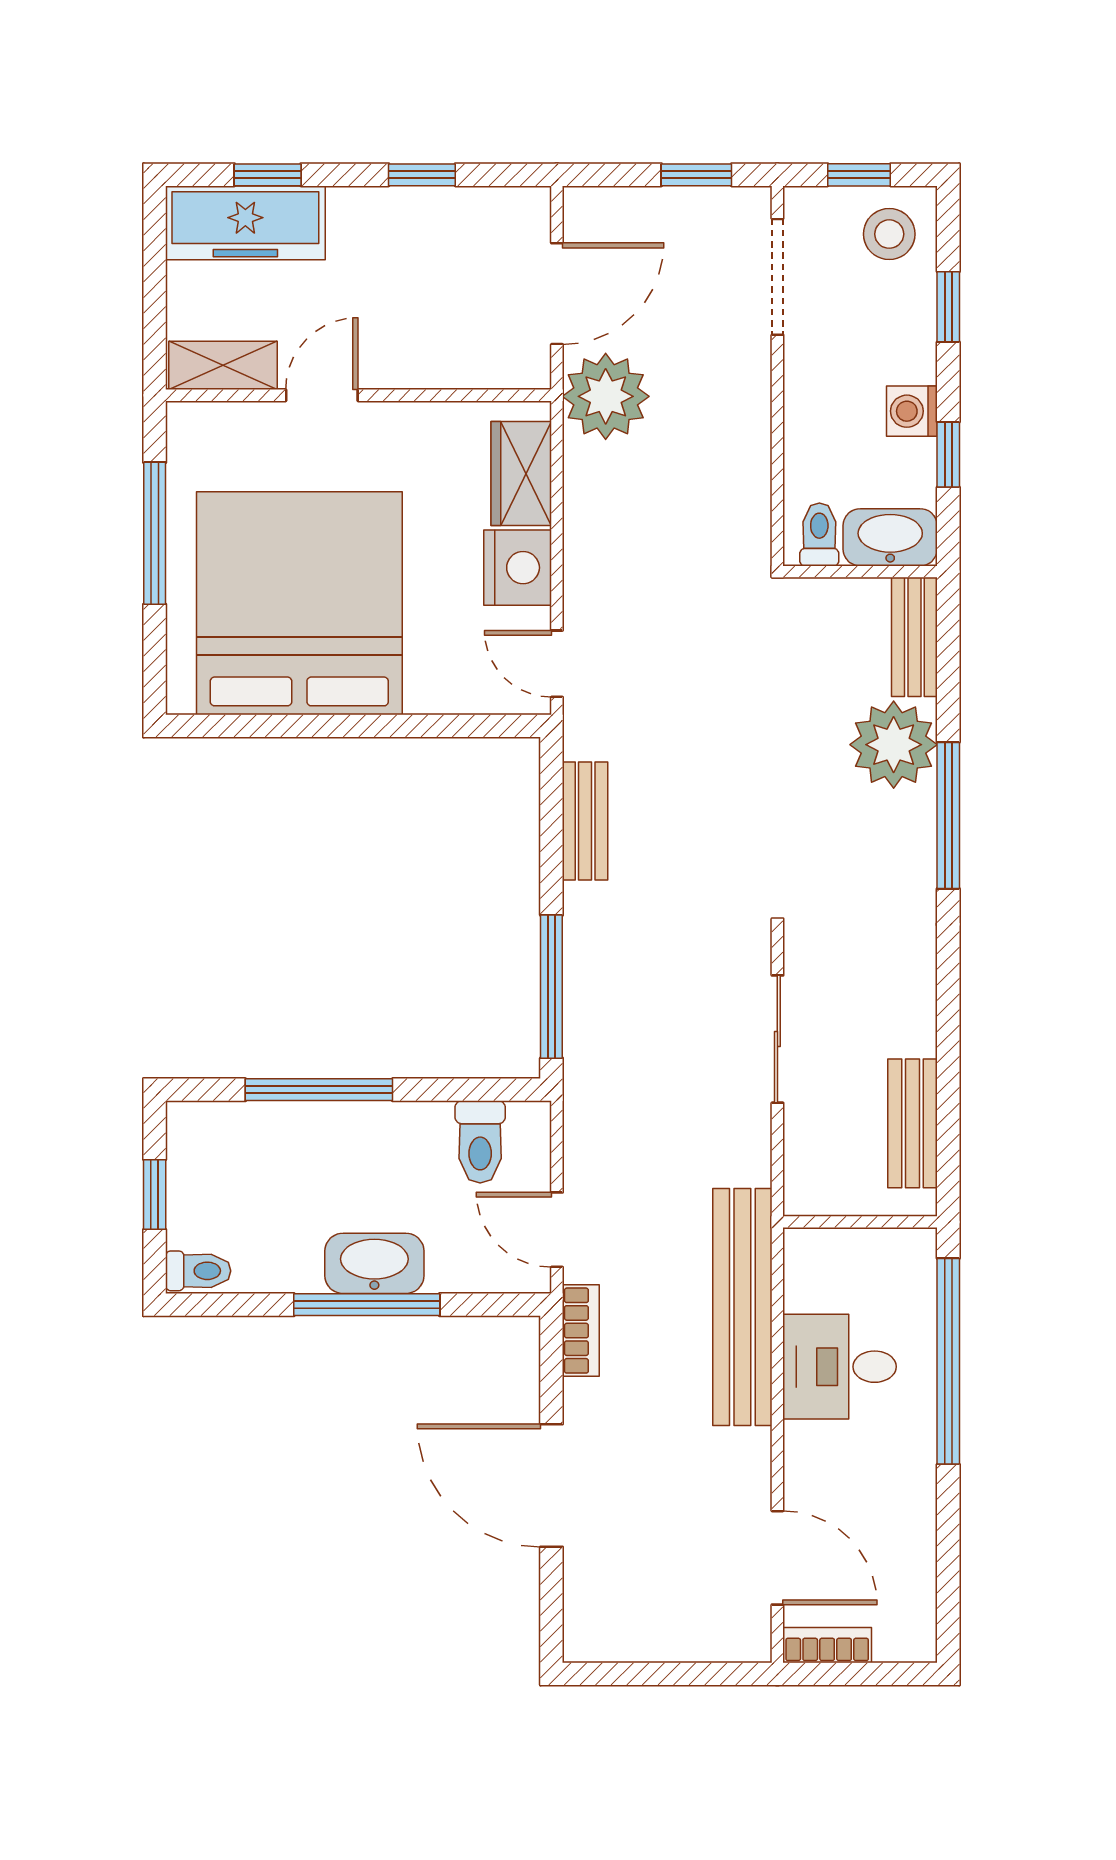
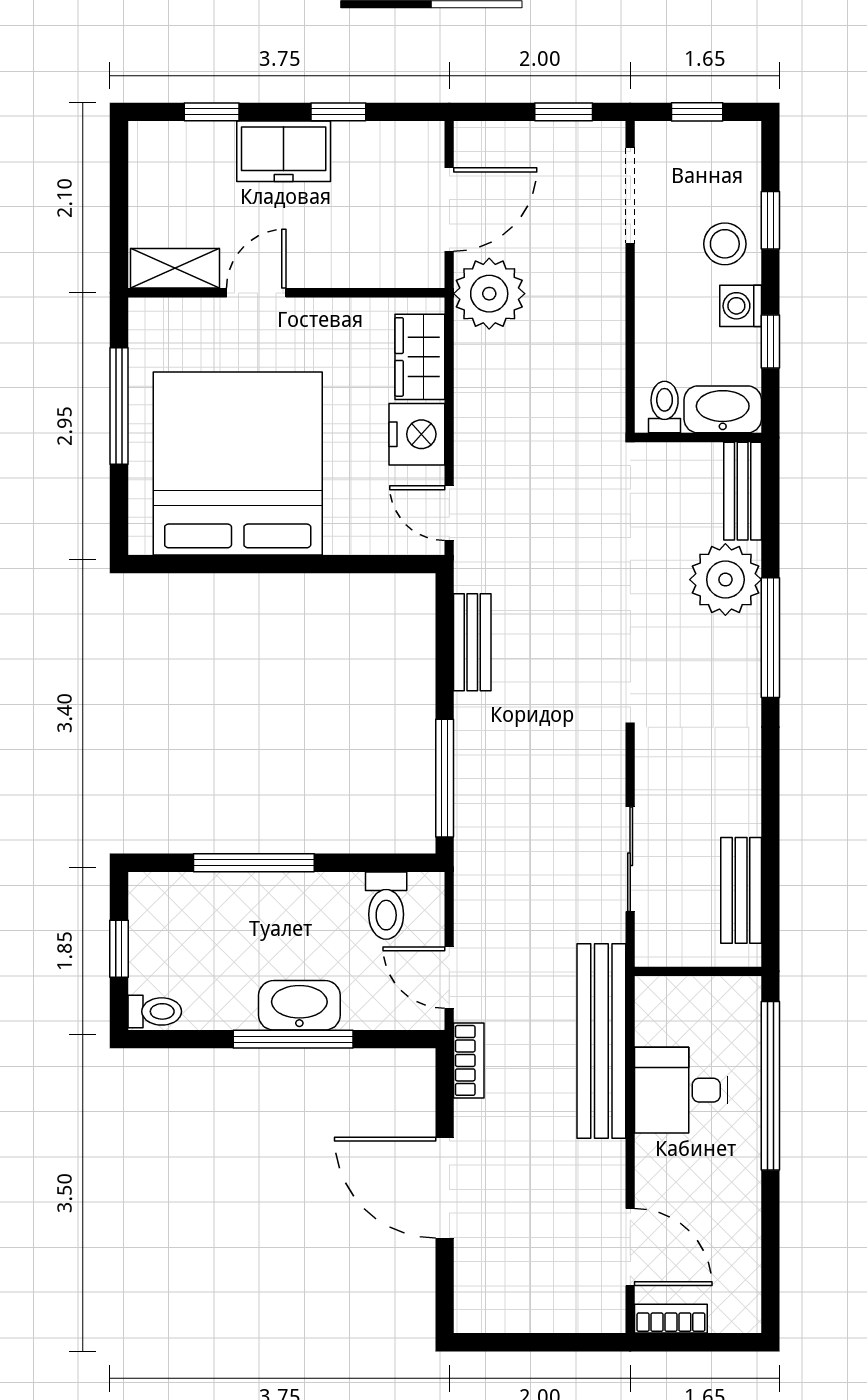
freezer: (245, 223) -> (284, 151), moved, width x0.71
stool: (889, 234) -> (725, 244), moved
sliding door: (777, 1039) -> (630, 859), moved

